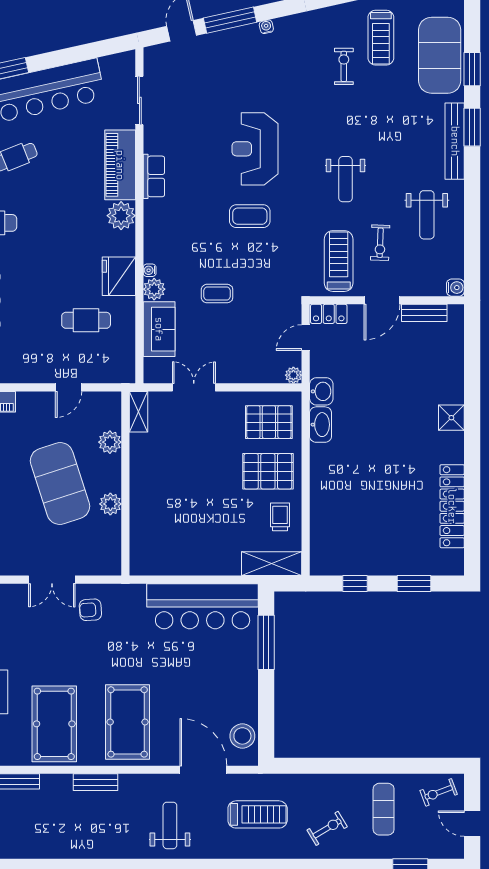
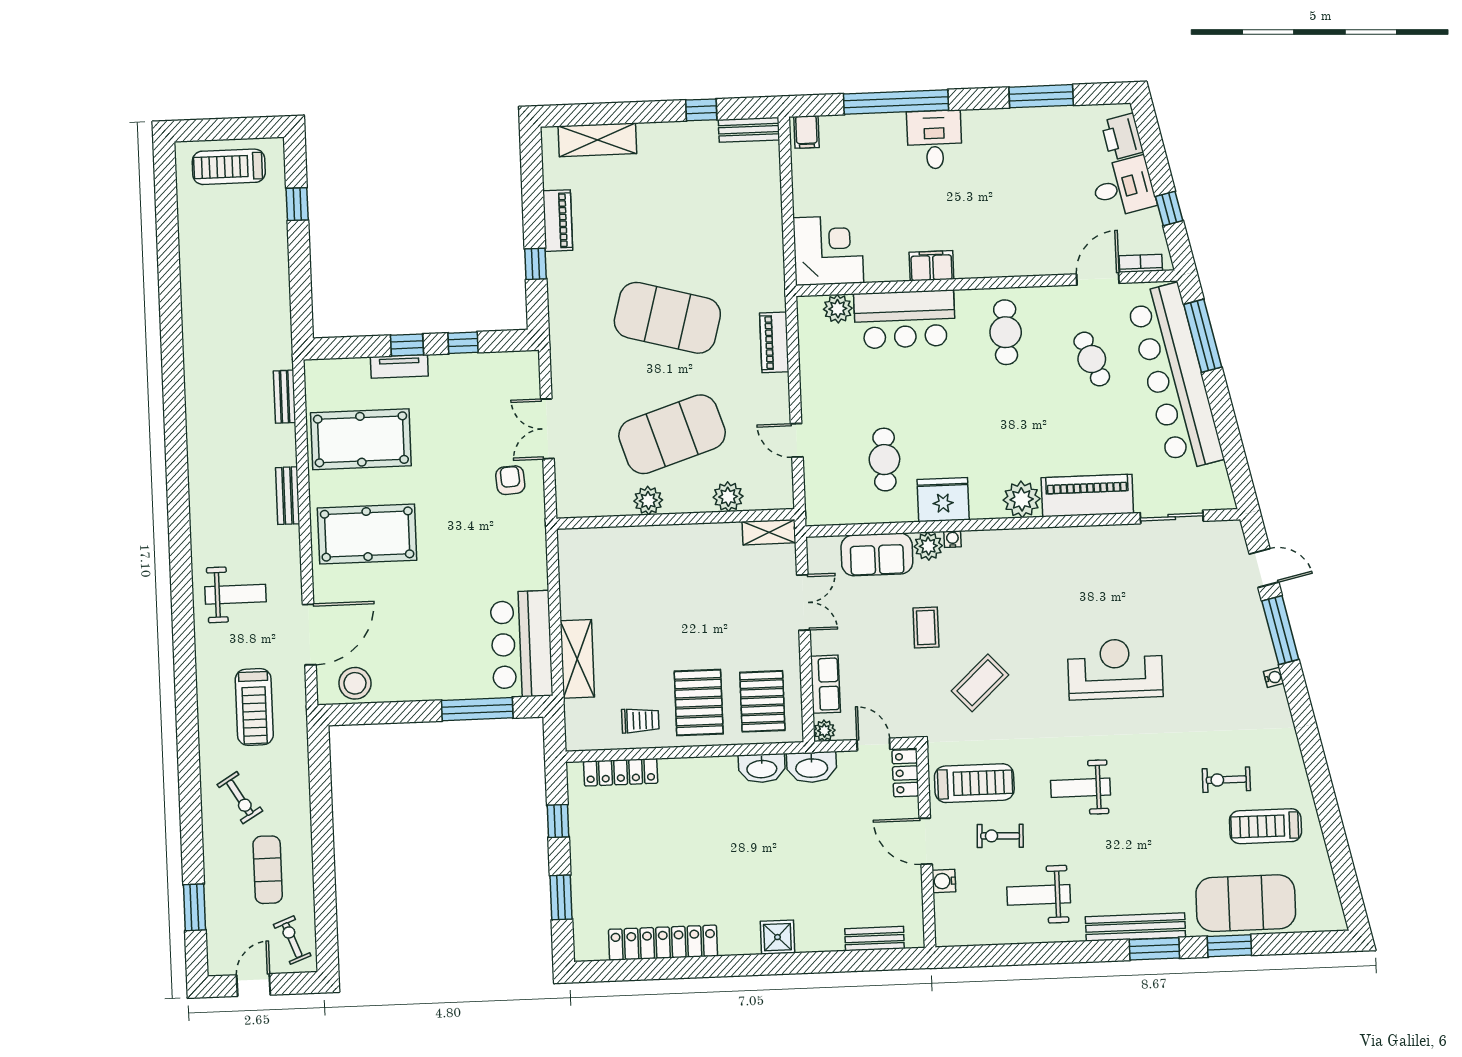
exercise bike: (344, 66) -> (1226, 780), turned 180
row of seats: (154, 176) -> (825, 684), moved, turned -90
coffee table: (250, 216) -> (980, 683), moved, turned 47
water cooler: (455, 288) -> (944, 881), moved, turned 90
bench: (424, 313) -> (875, 939), moved, turned 90
washbasin: (321, 391) -> (812, 767), width x1.38
locker: (319, 534) -> (621, 772), added
shelving: (272, 564) -> (577, 659), moved
bar counter: (203, 606) -> (522, 644), width x0.73
exercise mat: (384, 809) -> (268, 870), turned 90

